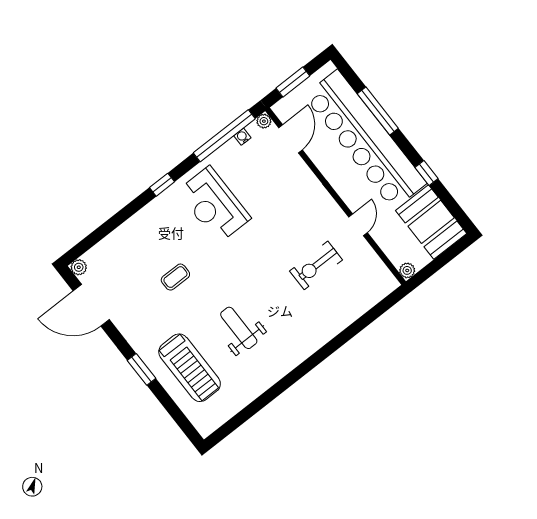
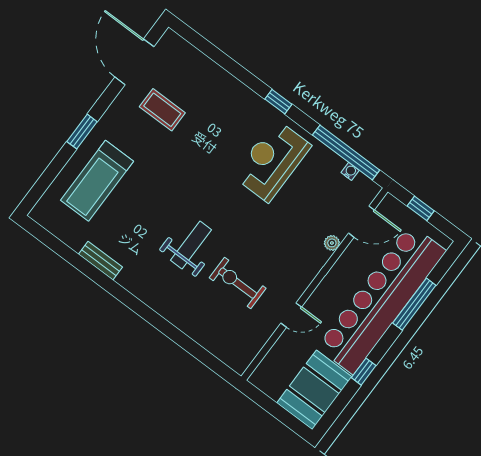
window: (293, 82) -> (421, 208), width x0.67
plant: (264, 121) -> (332, 243), moved
plant: (79, 267) -> (170, 38), removed
plant: (407, 270) -> (258, 379), removed
coffee table: (175, 277) -> (162, 110), moved, width x1.36, depth x1.30
weight bench: (239, 328) -> (191, 245), moved
bench: (263, 384) -> (100, 261), added

